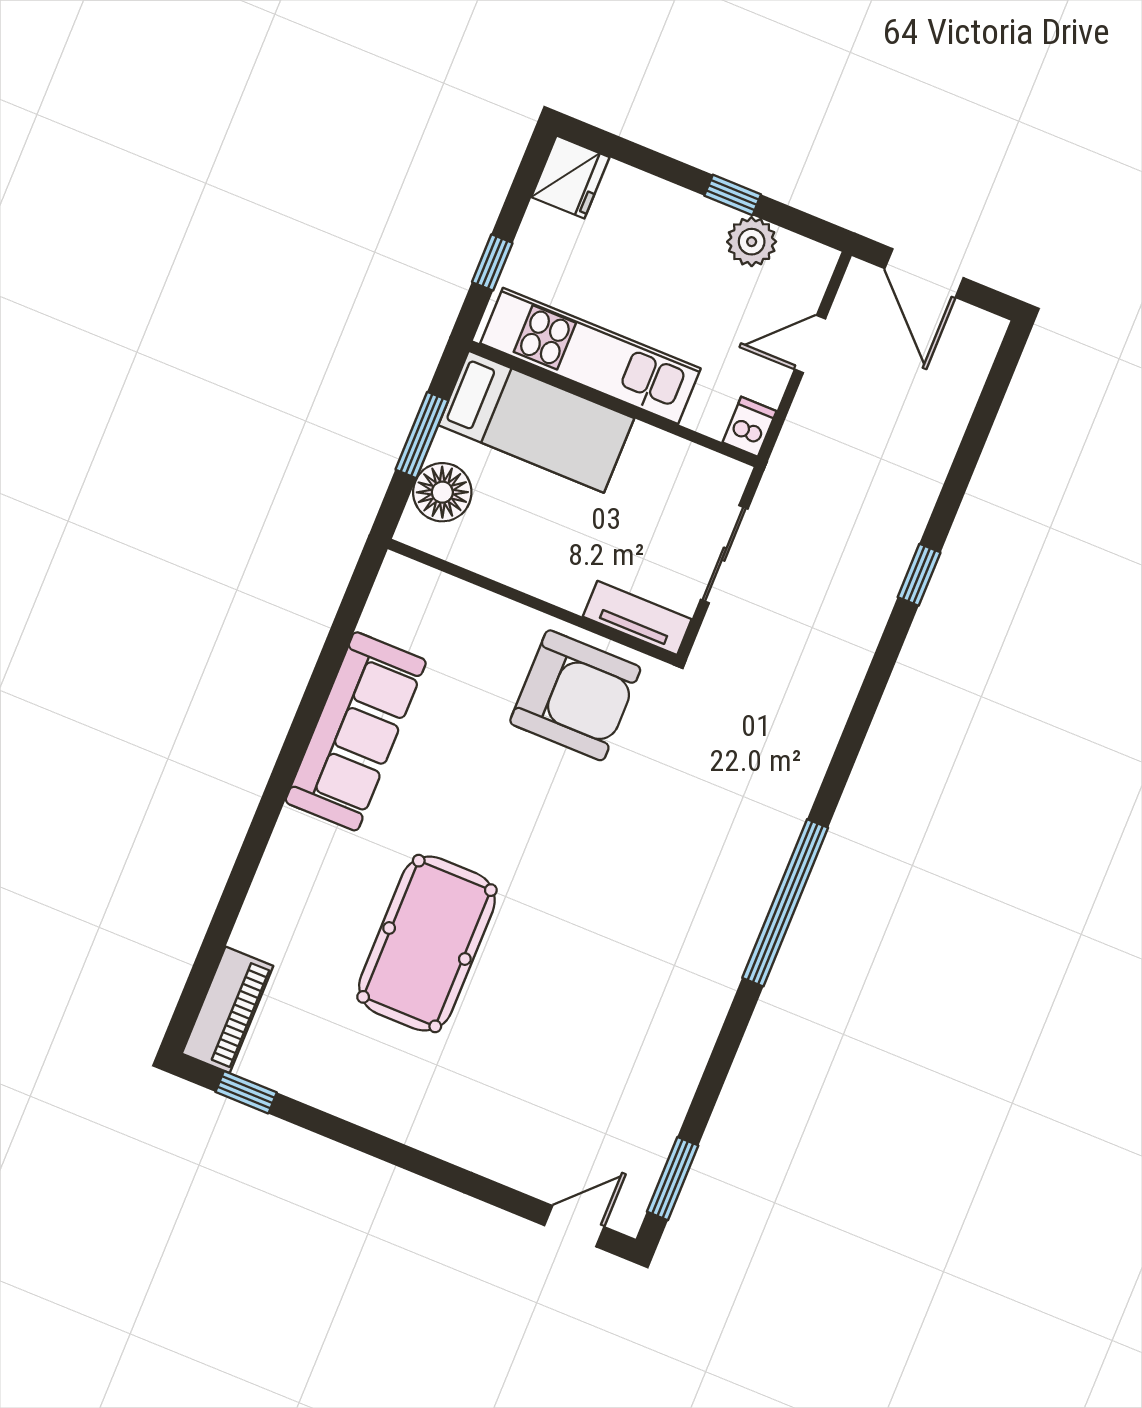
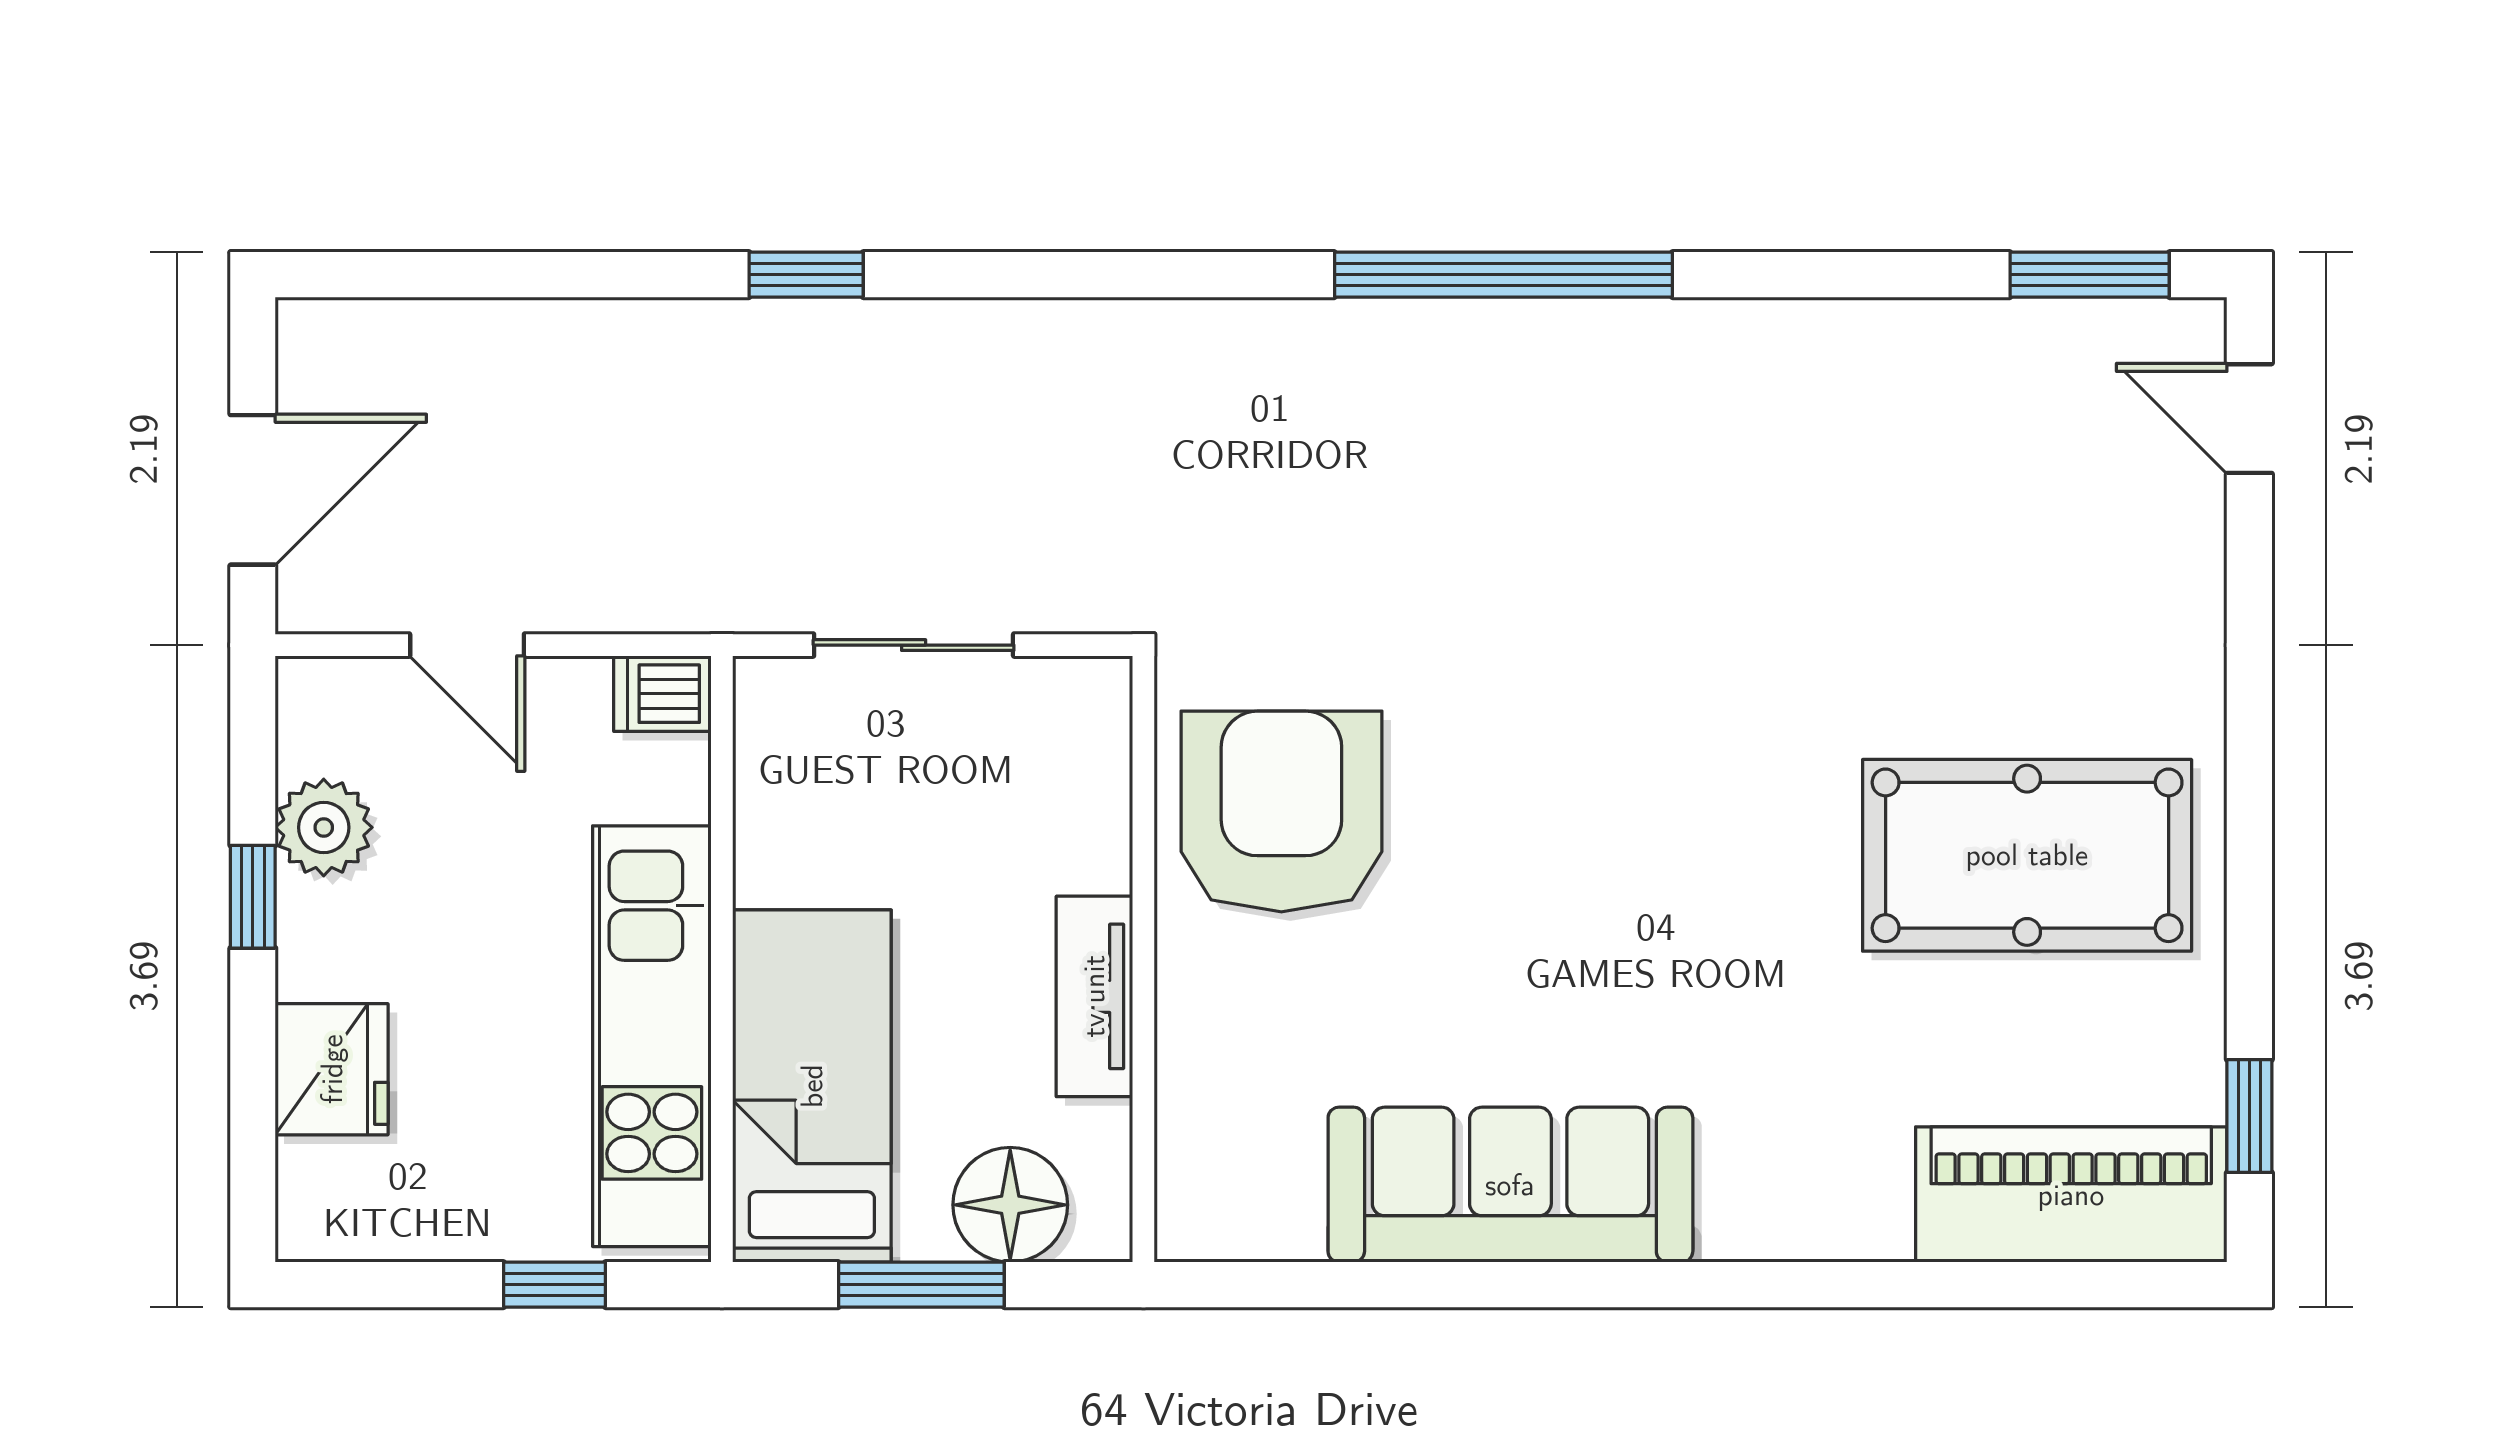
fridge: (570, 177) -> (332, 1069), moved, turned 90
tv unit: (637, 618) -> (1094, 996), moved
pool table: (427, 944) -> (2027, 855), moved
piano: (228, 1010) -> (2071, 1195), width x1.37, depth x1.33

